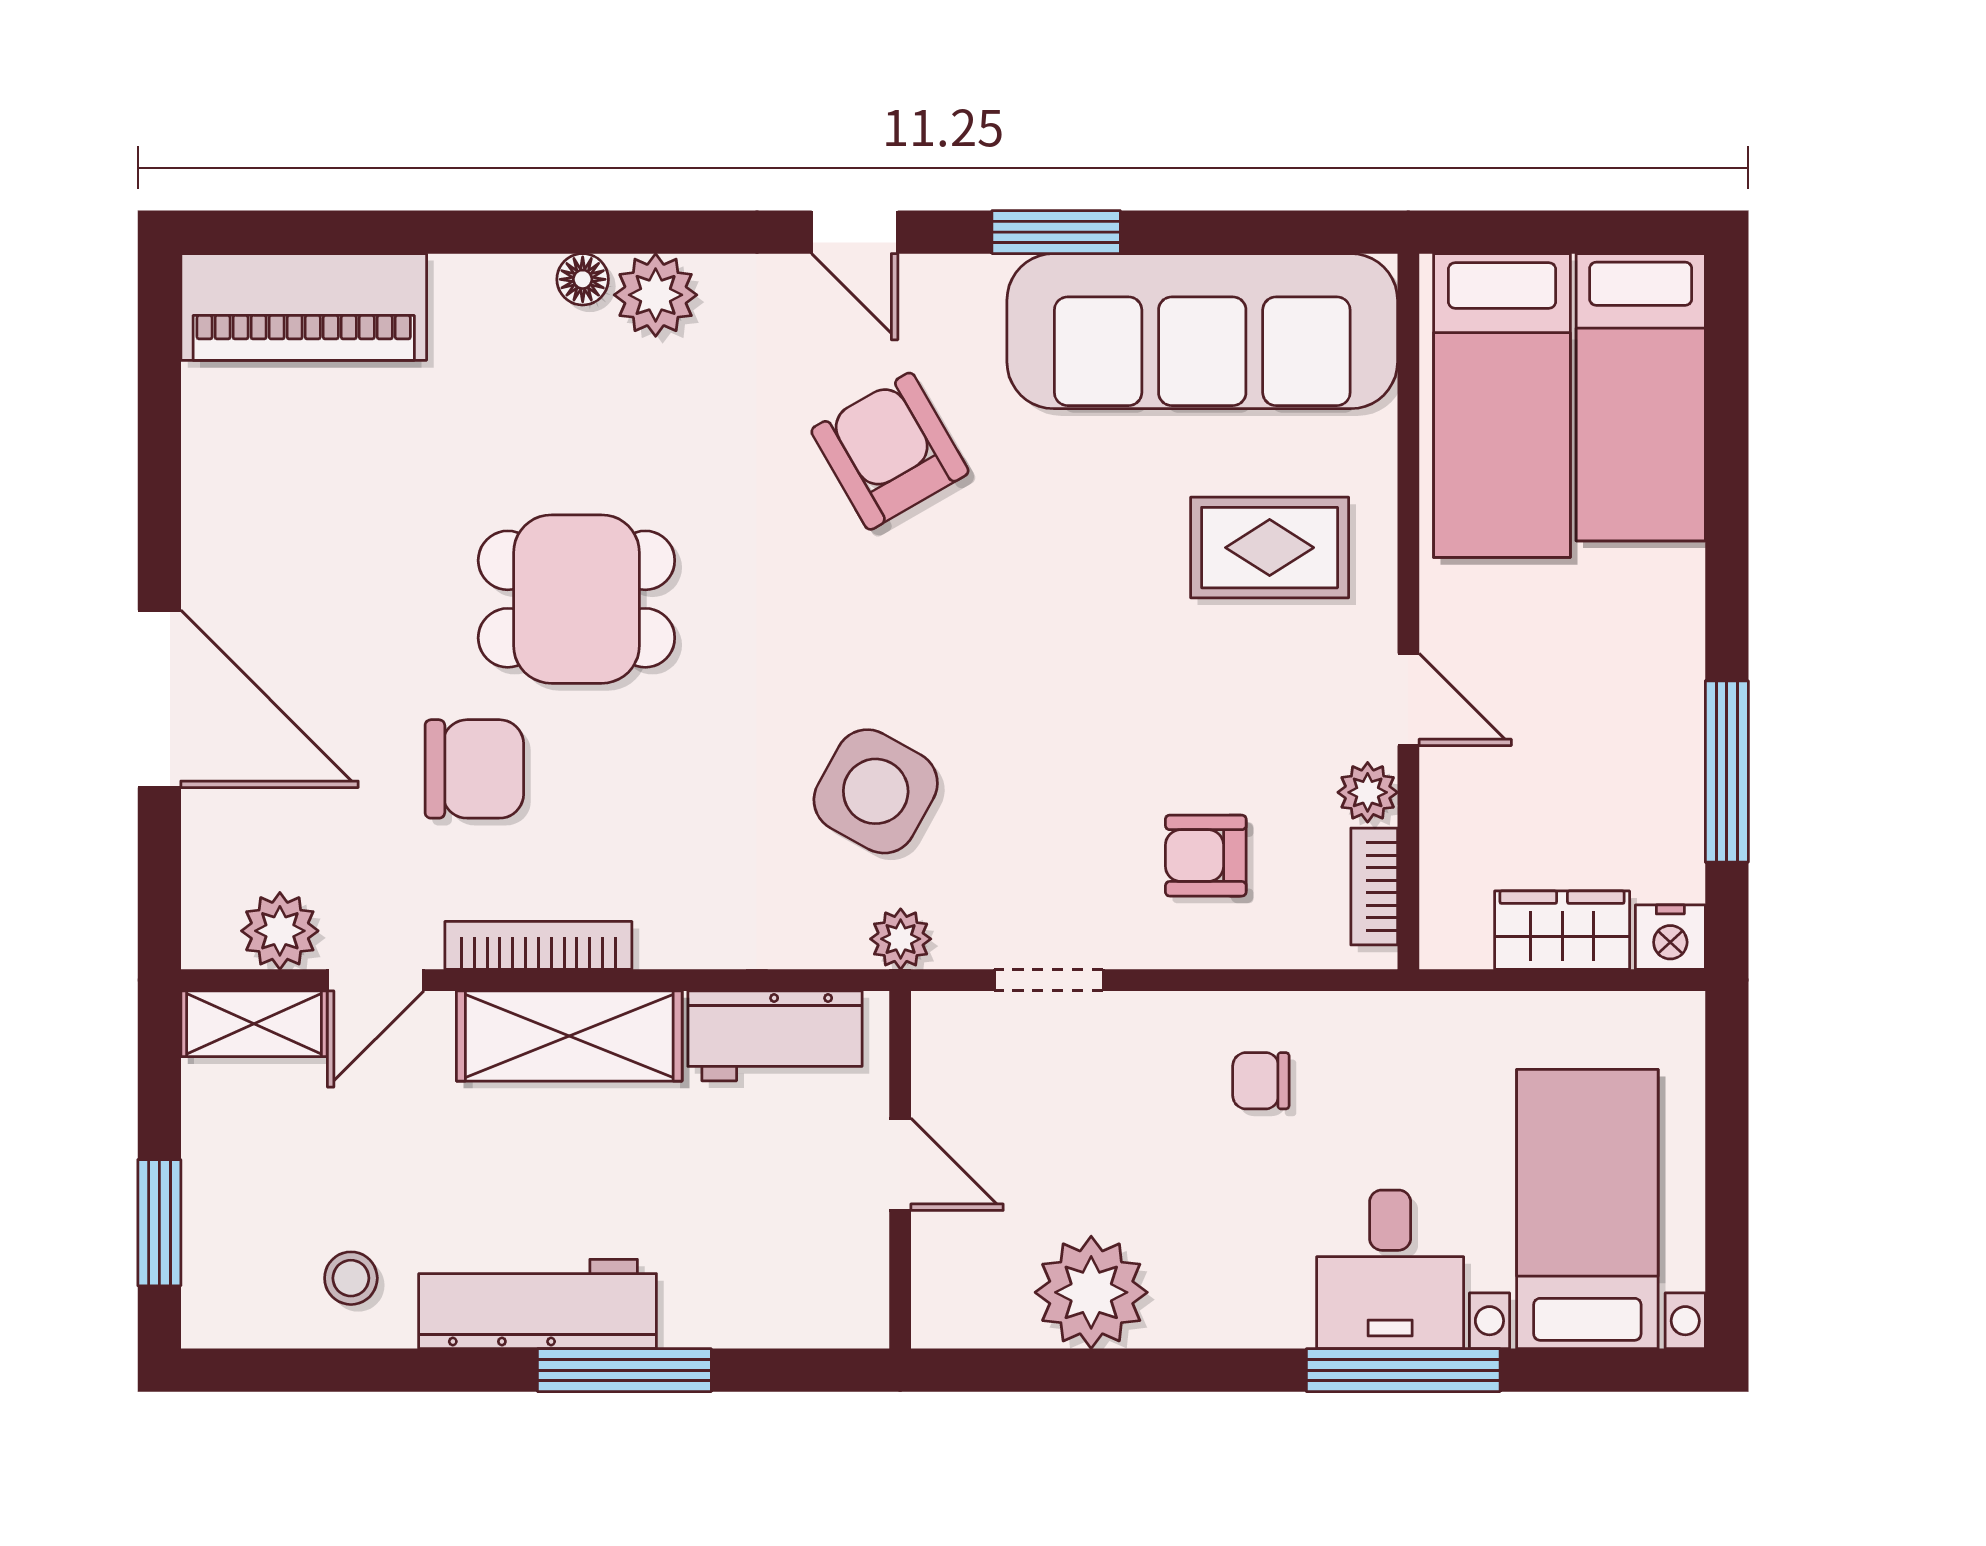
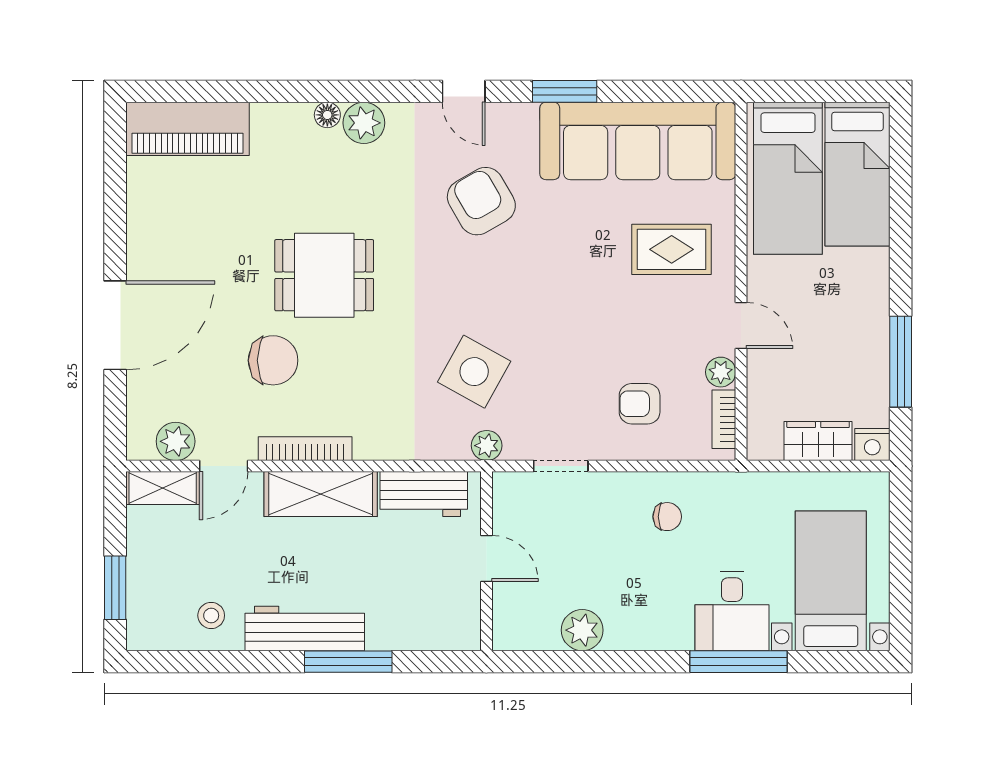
door: (159, 699) -> (115, 325), hinge flipped
chair: (1261, 1081) -> (667, 517), turned 180
plant: (1091, 1292) -> (582, 630), width x0.73, depth x0.73

